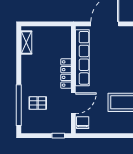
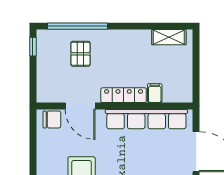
filing cabinet: (65, 52) -> (155, 93), added
window: (58, 136) -> (33, 47), moved

